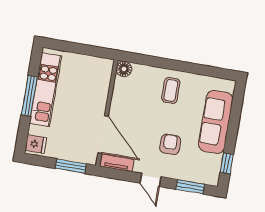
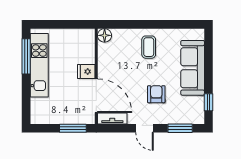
window: (29, 96) -> (26, 56), moved
fridge: (36, 144) -> (86, 71), moved, turned 180

